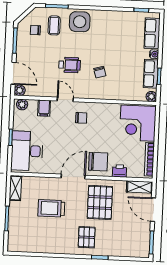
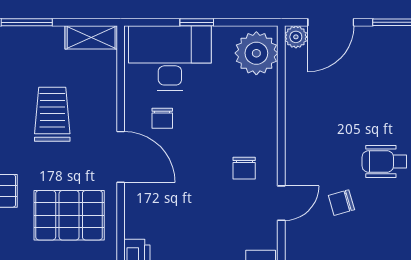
wheelchair: (70, 65) -> (384, 161), moved, turned 90
door: (65, 99) -> (281, 203), moved
plant: (22, 105) -> (256, 53), width x1.88, depth x1.88
filing cabinet: (44, 108) -> (261, 90), removed
chair: (98, 162) -> (162, 118), moved, width x0.54, depth x0.54

